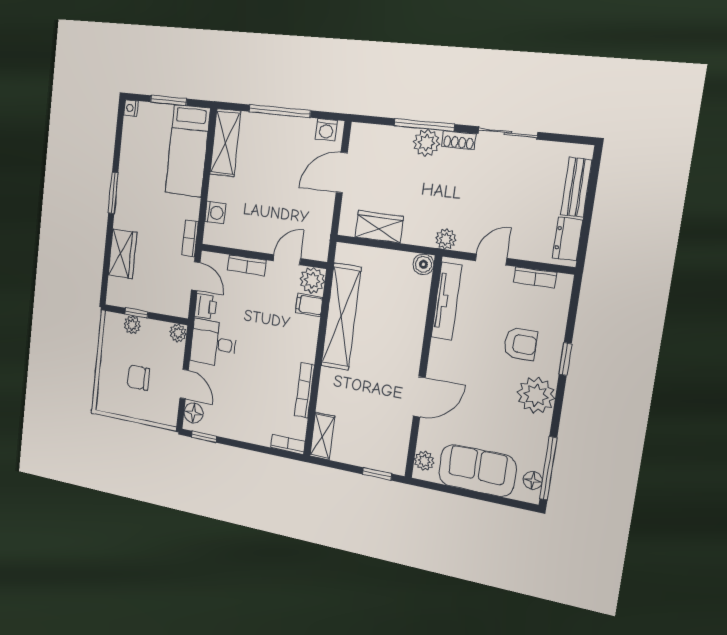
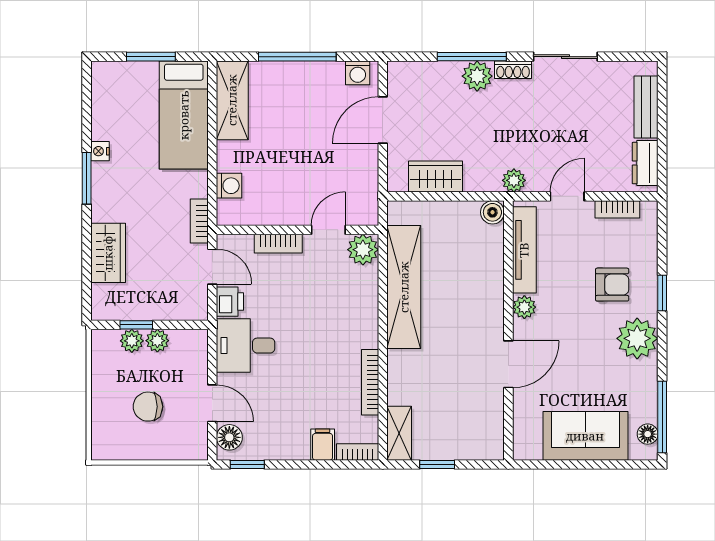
nightstand: (131, 108) -> (100, 151), moved
filing cabinet: (309, 305) -> (323, 445), moved, turned 90
plant: (178, 333) -> (157, 341), moved
plant: (424, 461) -> (524, 307), moved
window: (377, 474) -> (437, 465), moved

